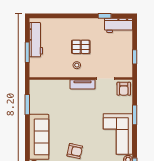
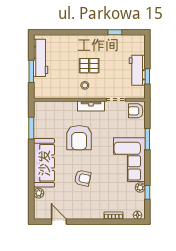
workbench: (119, 25) -> (137, 70), moved, turned 90
armchair: (124, 89) -> (136, 111), turned 90
armchair: (71, 114) -> (79, 138), added

